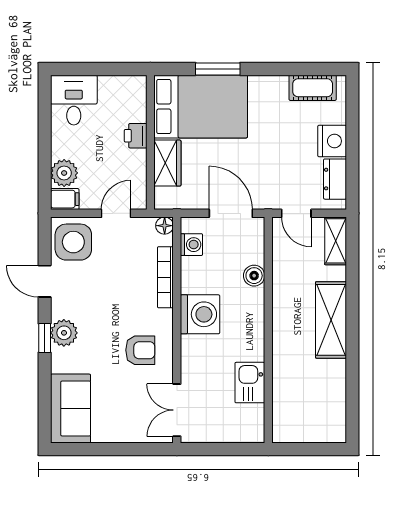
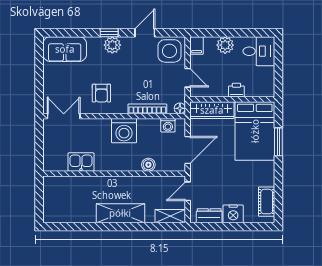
wardrobe: (167, 163) -> (212, 110), width x1.50
plant: (64, 173) -> (225, 45), moved

